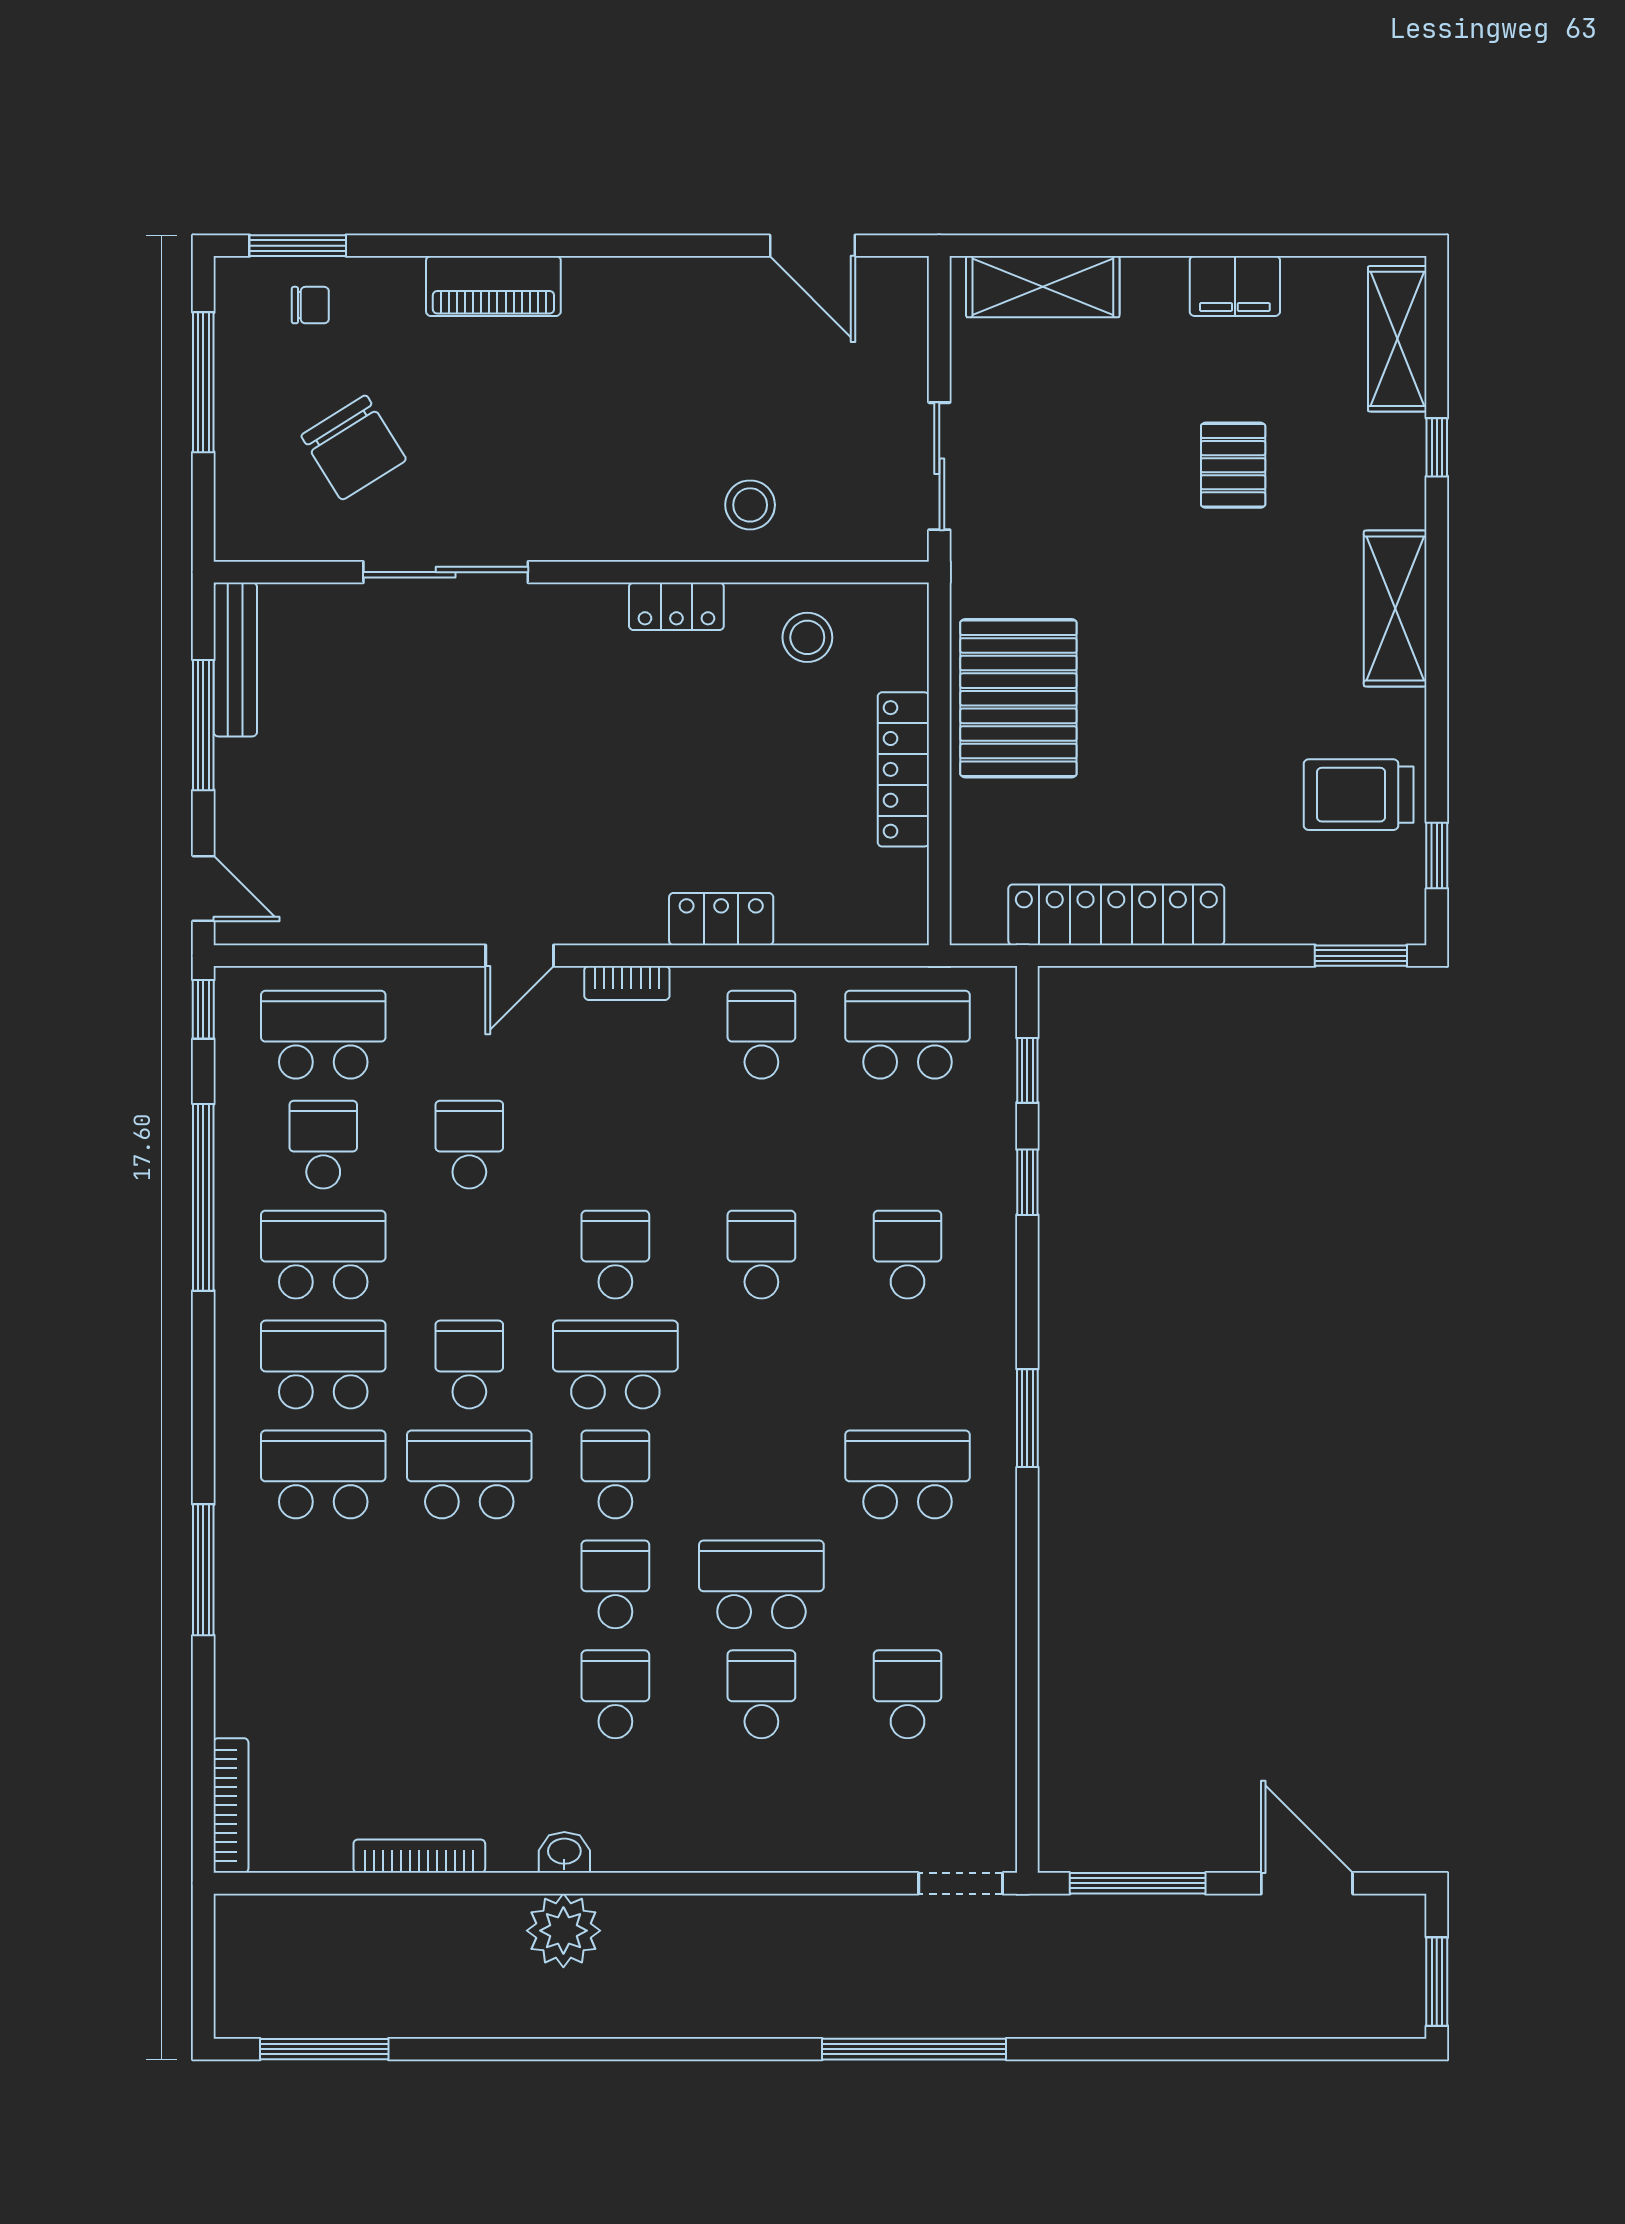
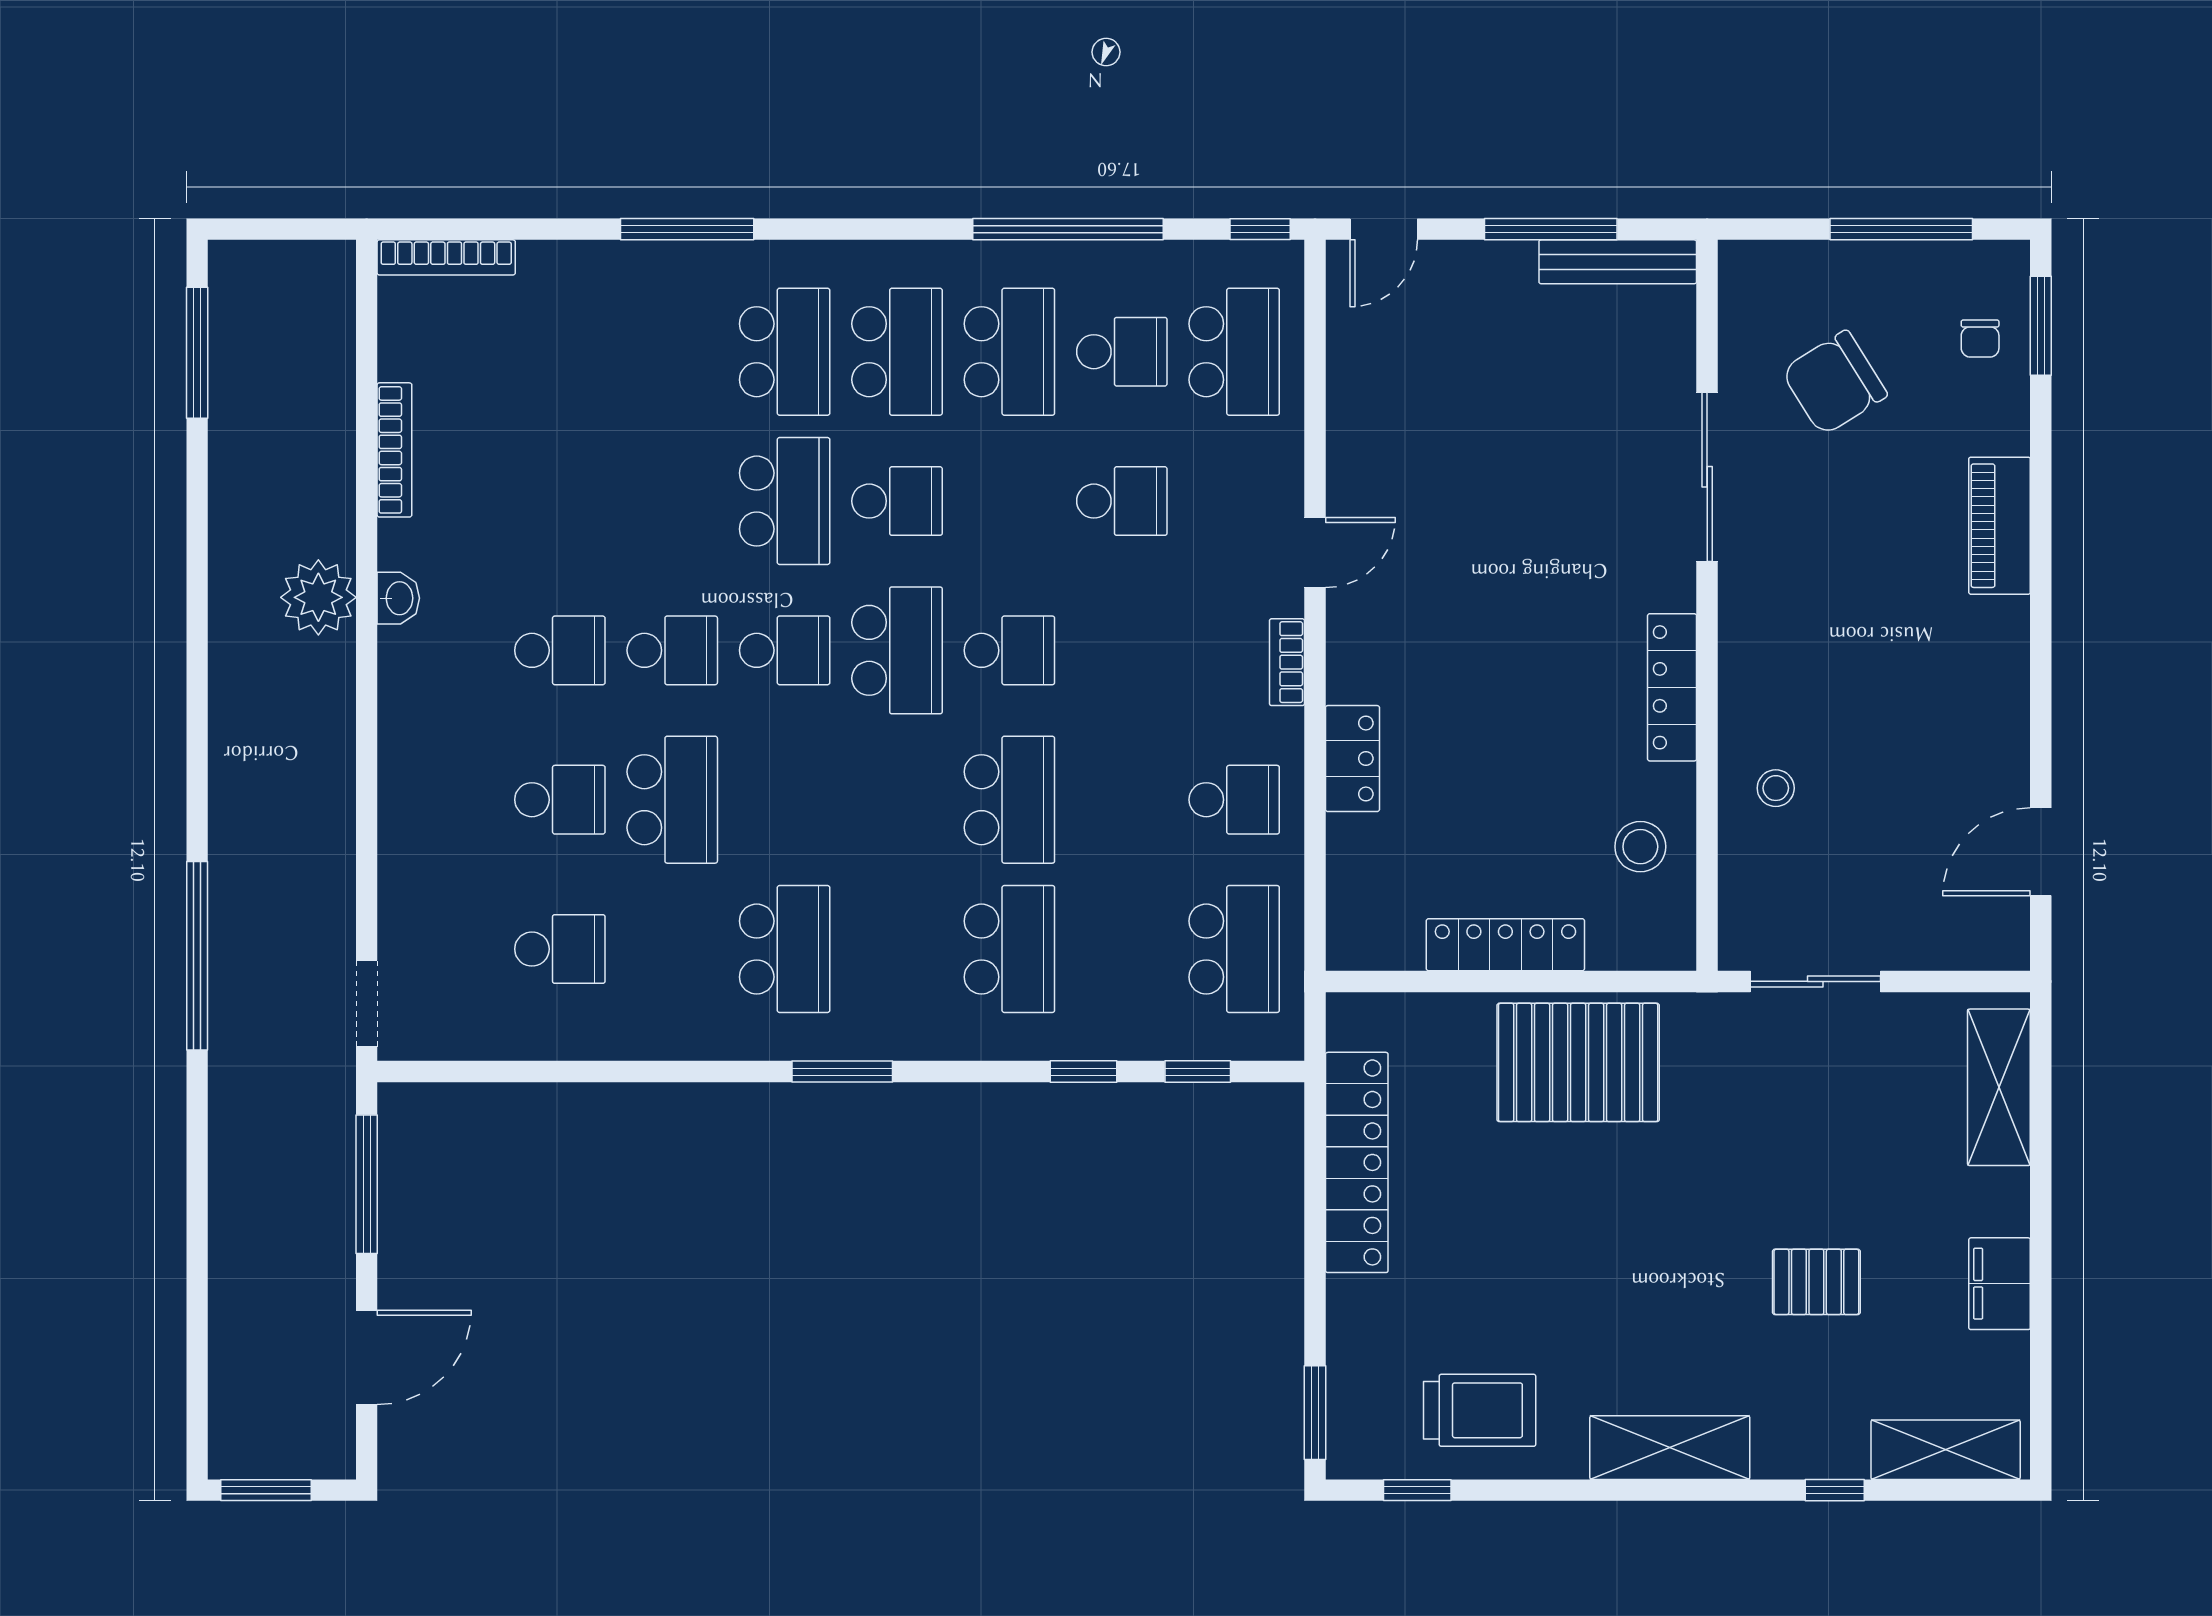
stool: (750, 505) -> (1776, 788), width x0.73, depth x0.73
locker: (676, 606) -> (1672, 687), width x1.53
trolley: (1359, 795) -> (1480, 1410), turned 90
door: (520, 956) -> (1315, 552), swing flipped
school desk: (761, 1255) -> (1009, 800), width x1.85
school desk: (907, 1255) -> (1009, 949), width x1.85

